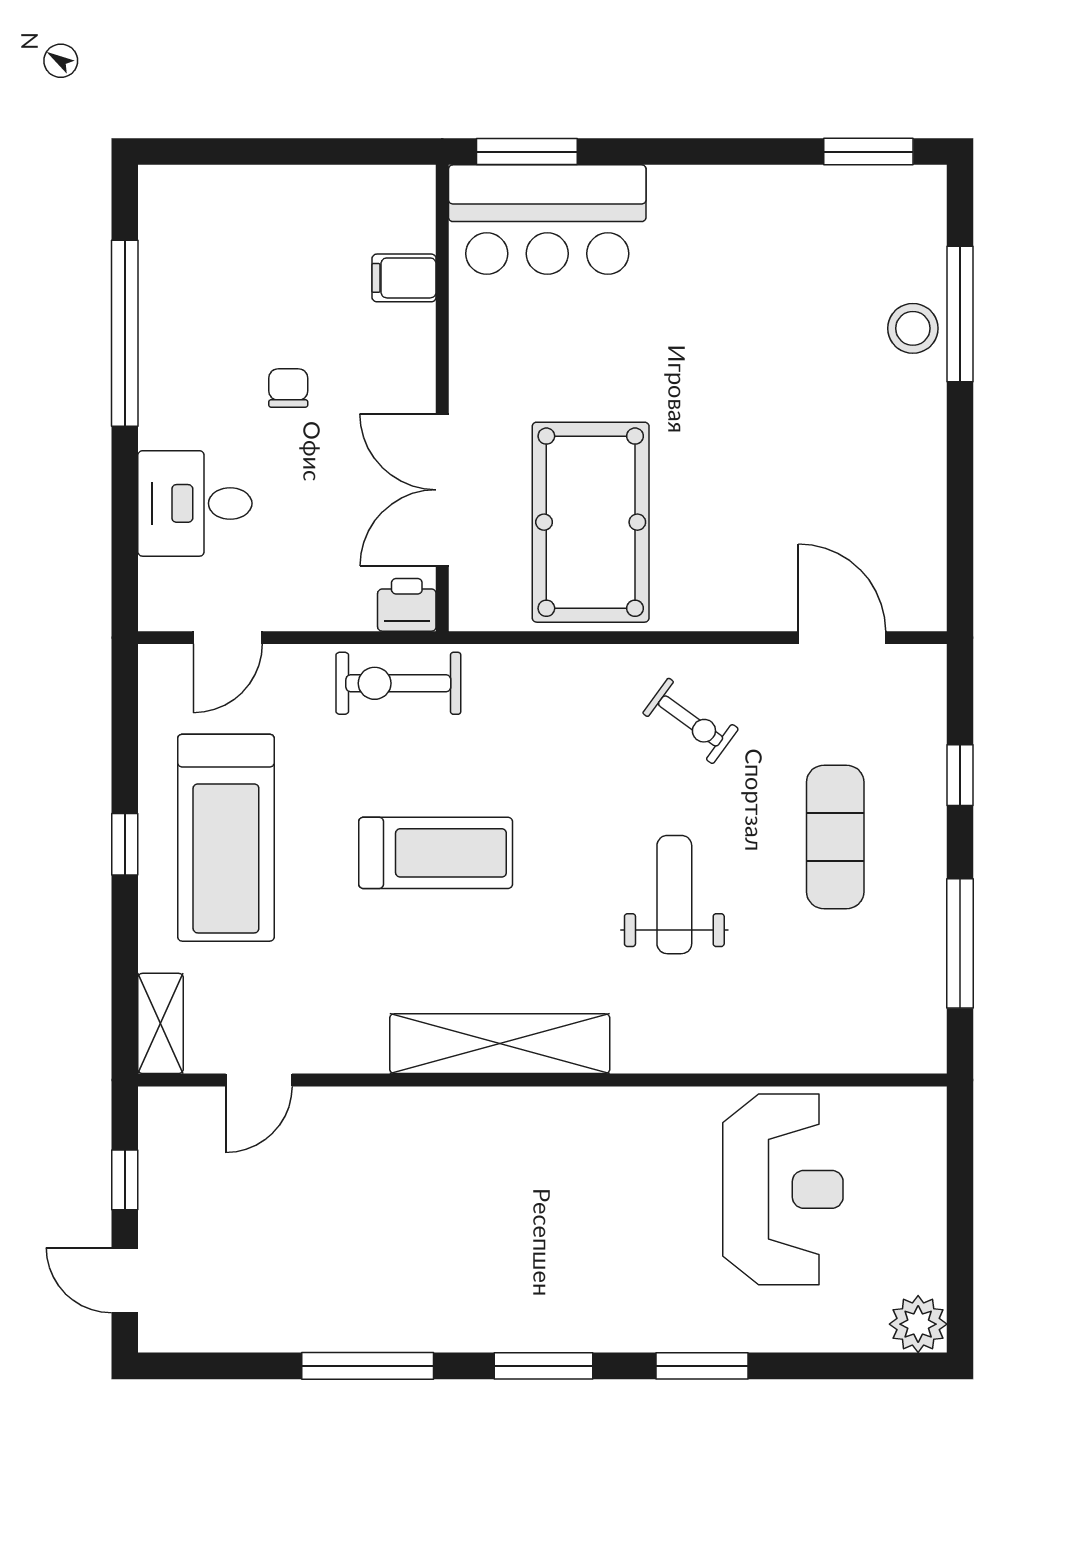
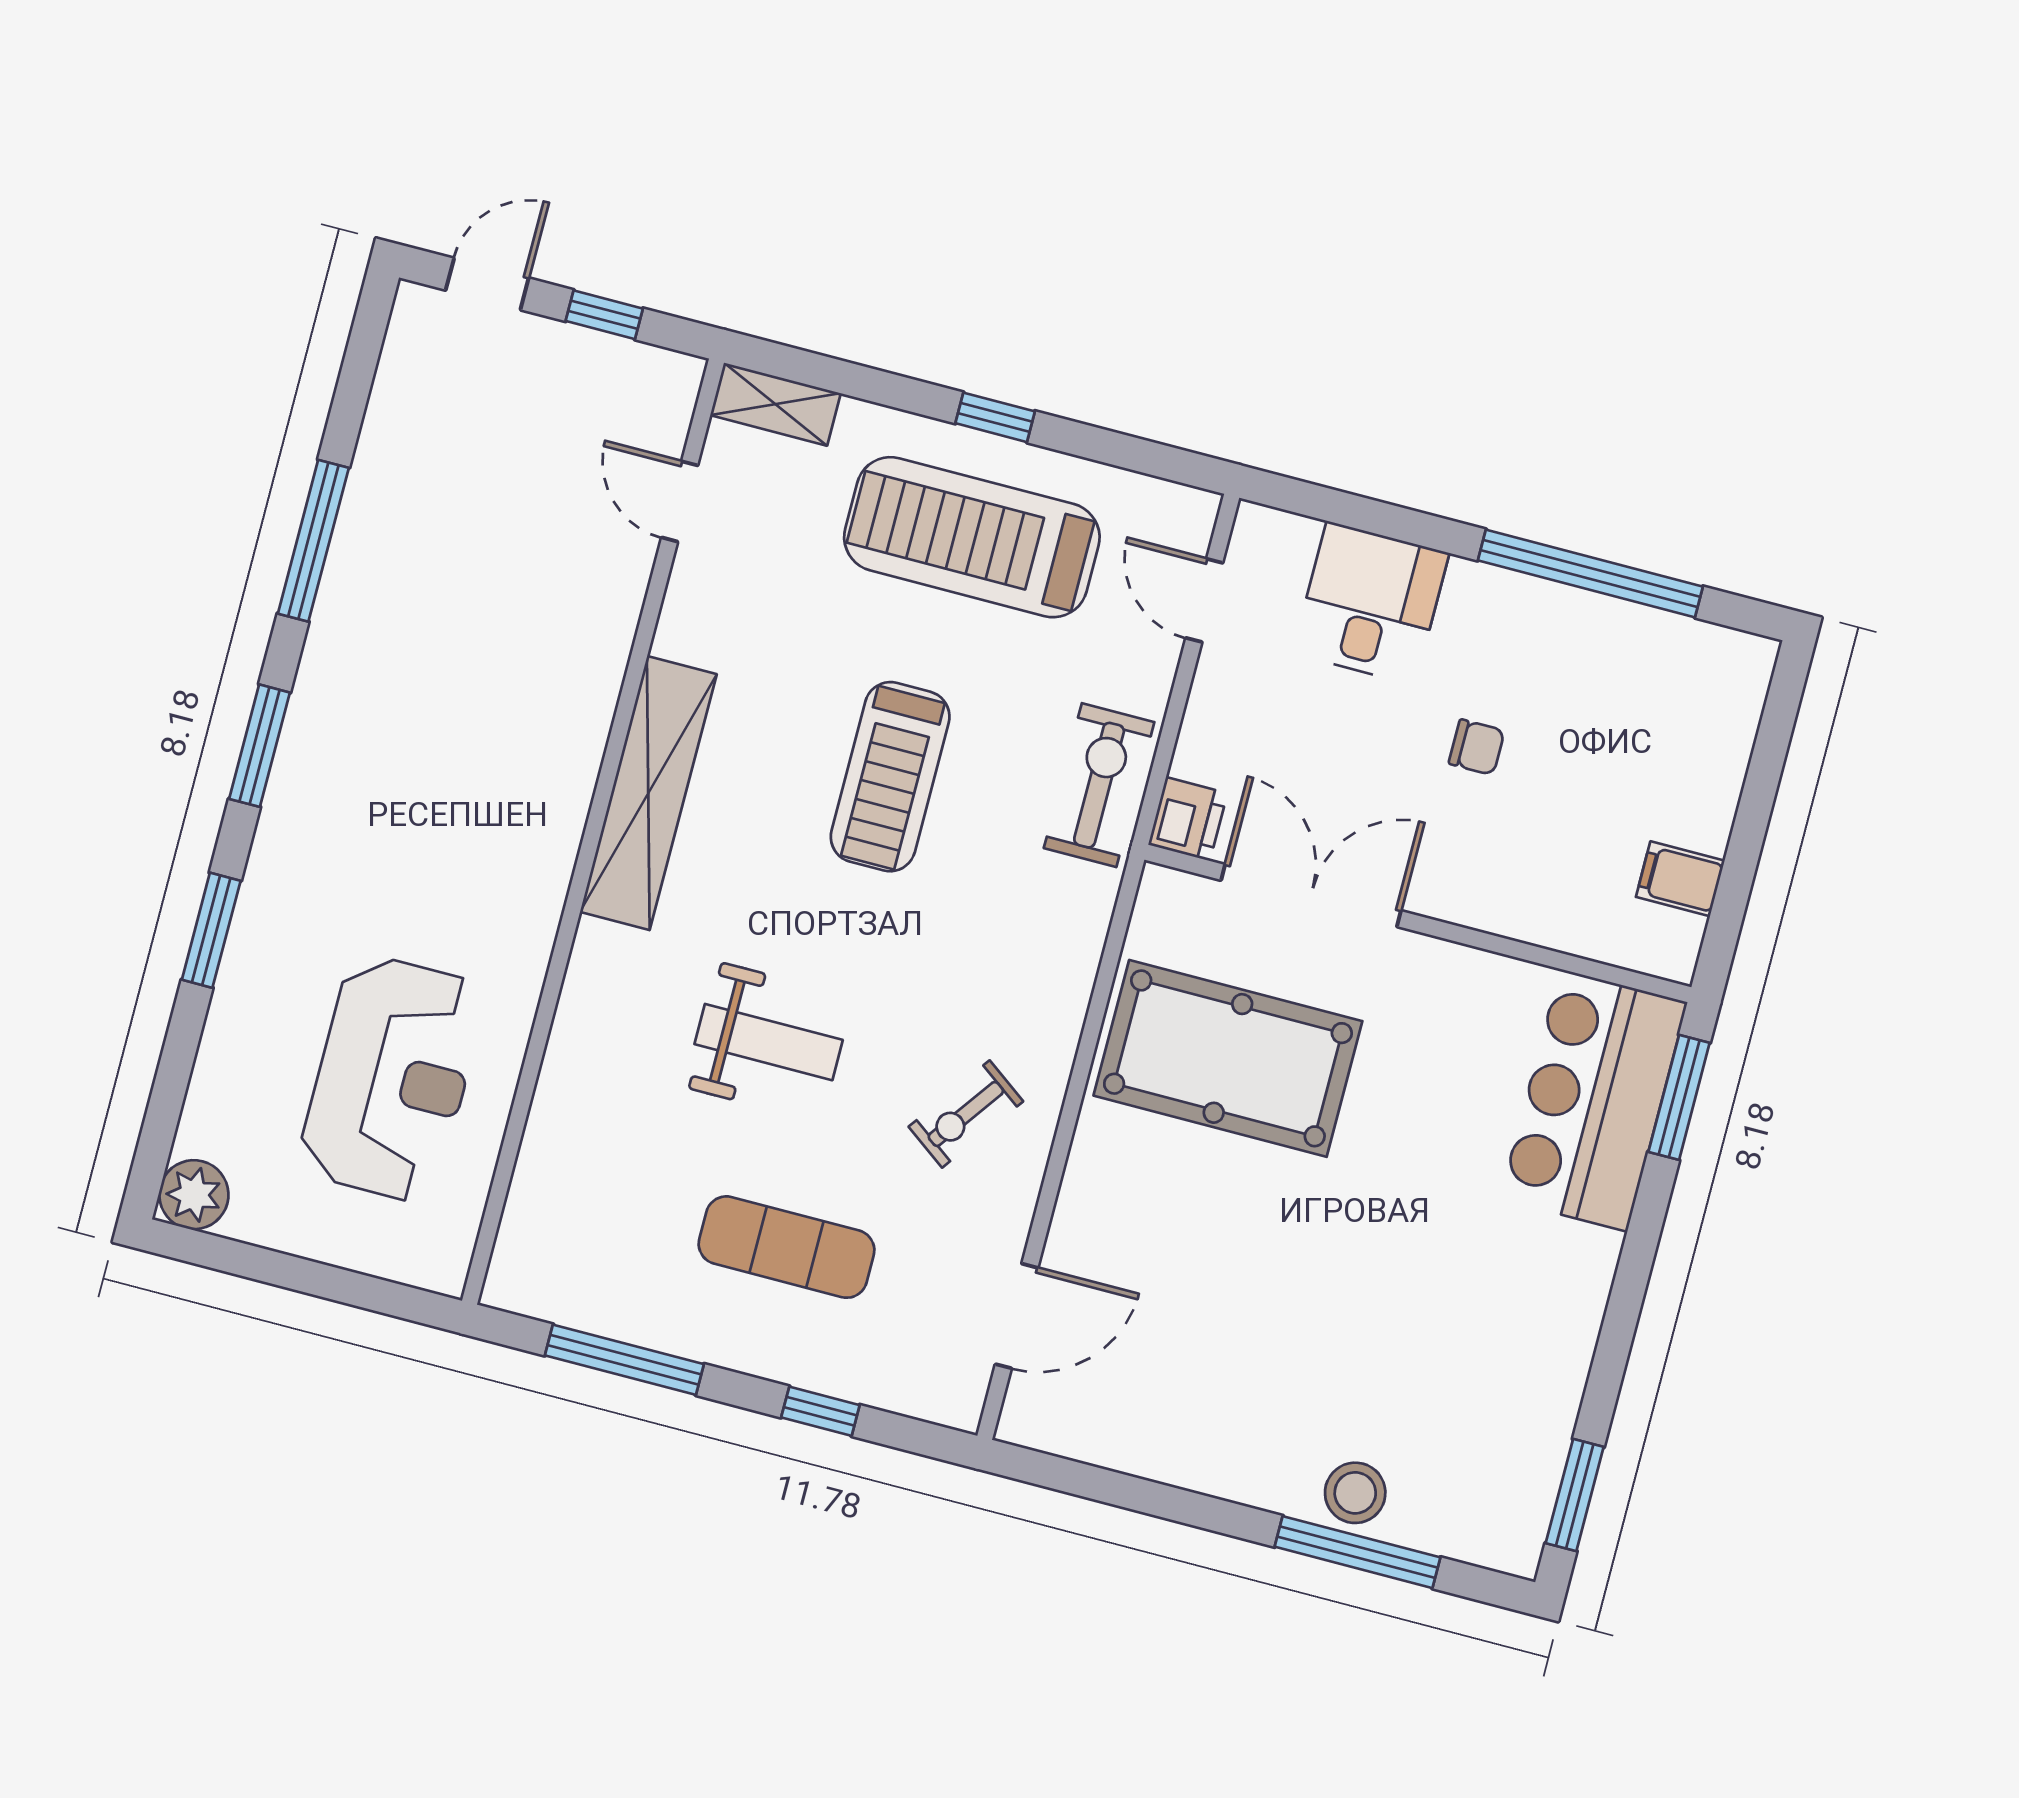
filing cabinet: (404, 278) -> (1680, 879), moved, turned -90
reception desk: (783, 1189) -> (392, 1078), turned -90

